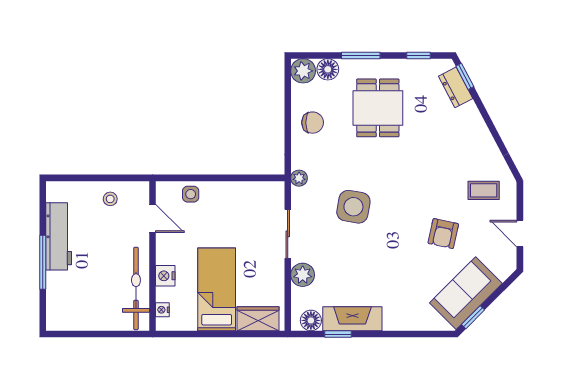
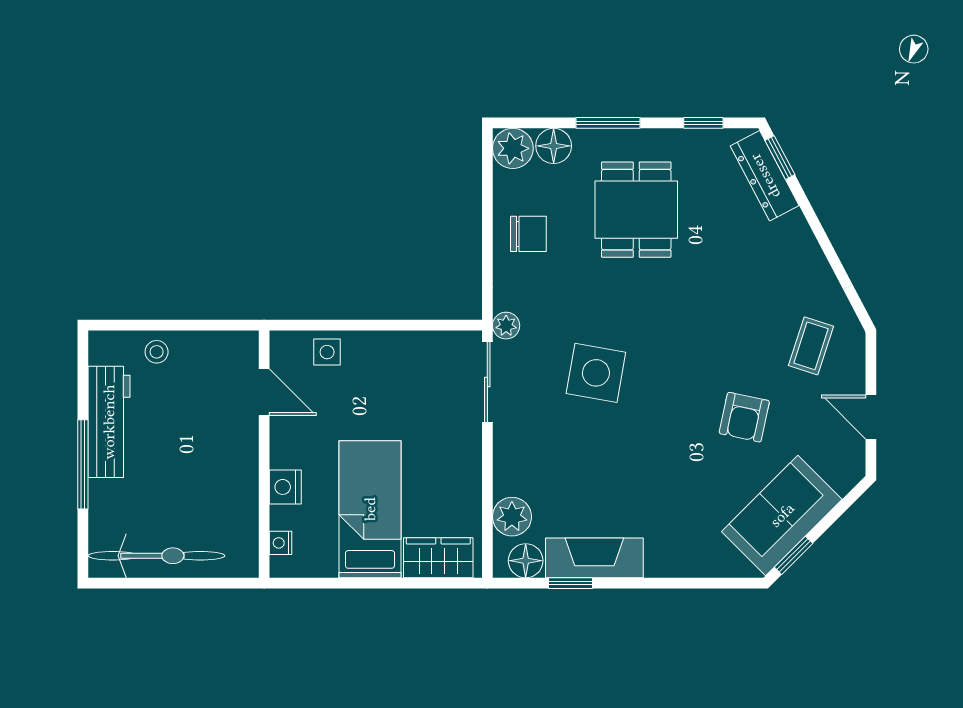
dresser: (456, 87) -> (765, 176), width x1.44
coffee table: (484, 190) -> (811, 346), turned -72
stool: (110, 199) -> (157, 352), moved
sliding door: (288, 234) -> (487, 382), moved
plant: (303, 275) -> (512, 517), moved
bicycle: (136, 288) -> (156, 556), moved, turned 90

